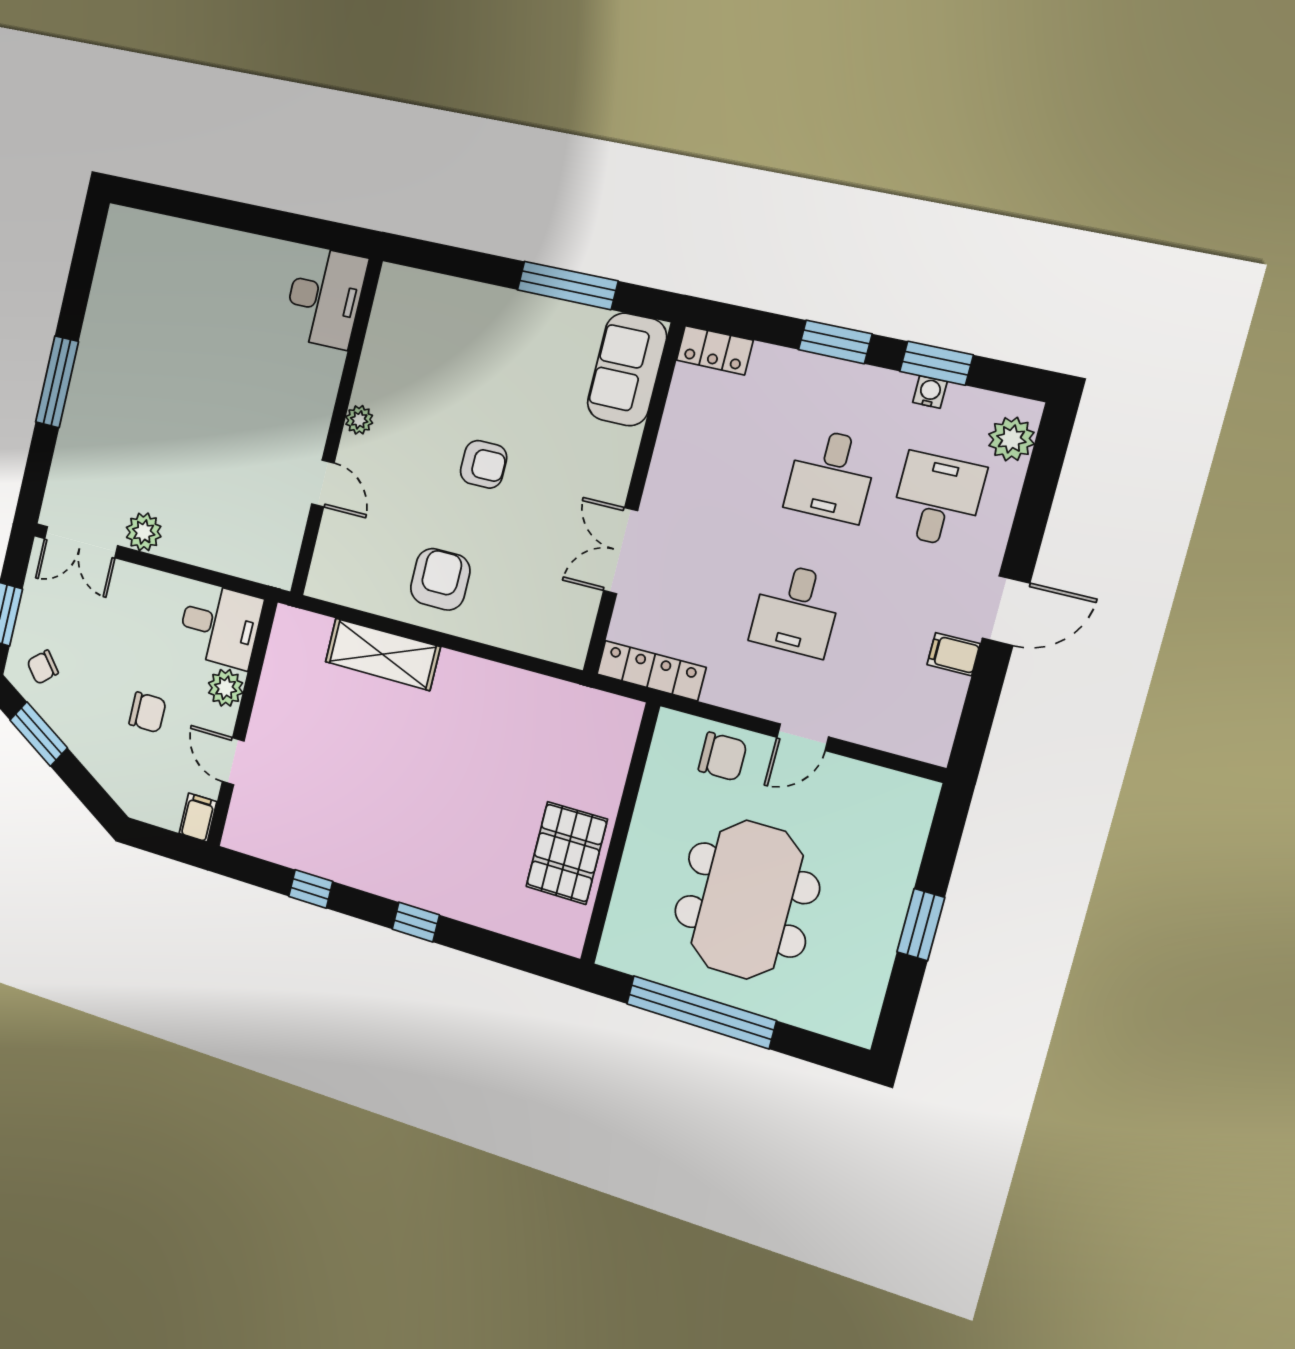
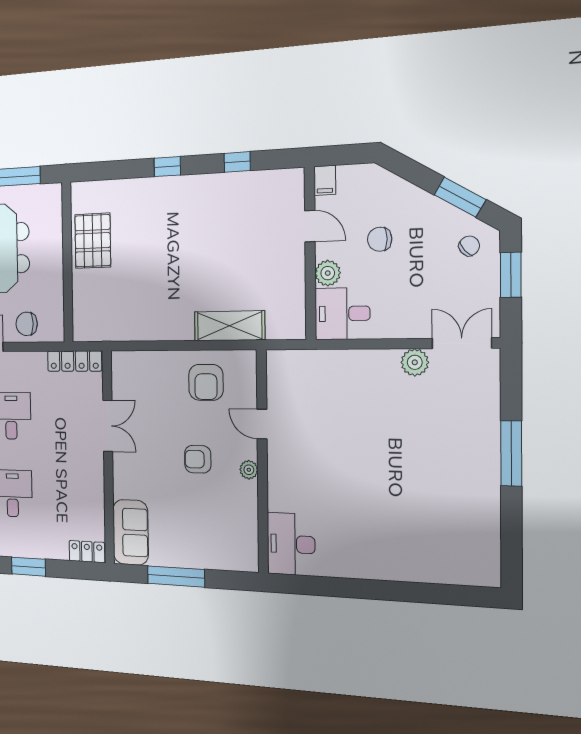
desk: (325, 297) -> (291, 544), moved
plant: (359, 420) -> (249, 470), moved
wall: (336, 428) -> (262, 462), moved
door: (323, 484) -> (262, 424), moved

